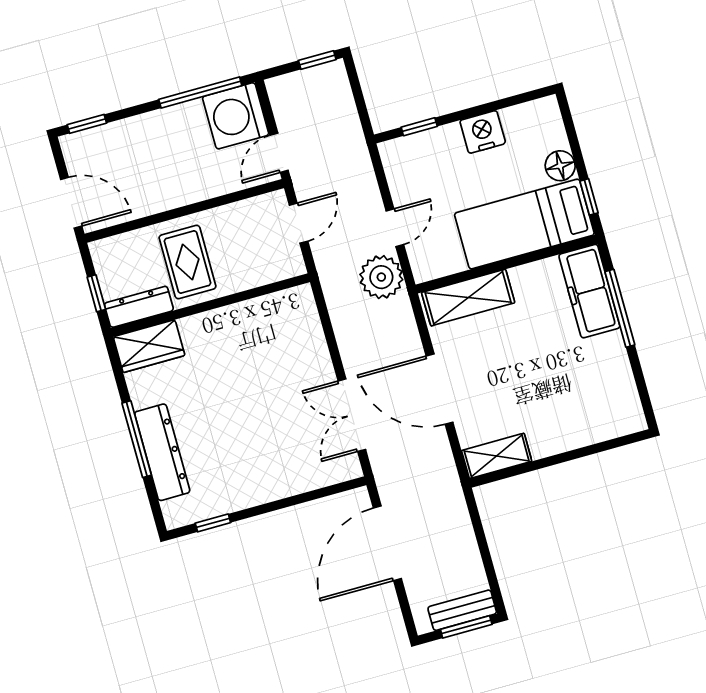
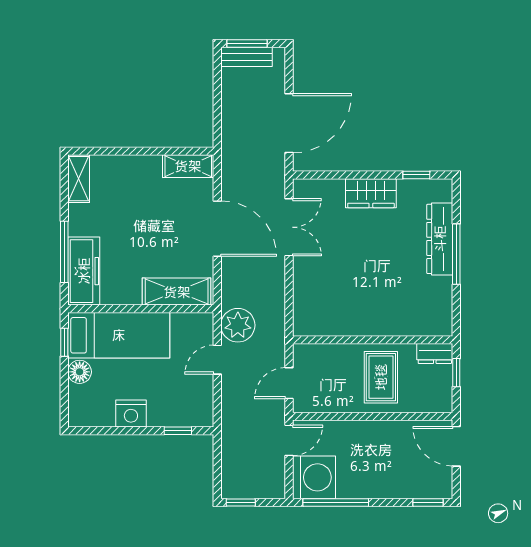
dresser: (139, 307) -> (435, 354), width x0.70
wardrobe: (149, 346) -> (371, 193), moved, turned 180
shelving: (627, 403) -> (79, 179), added

